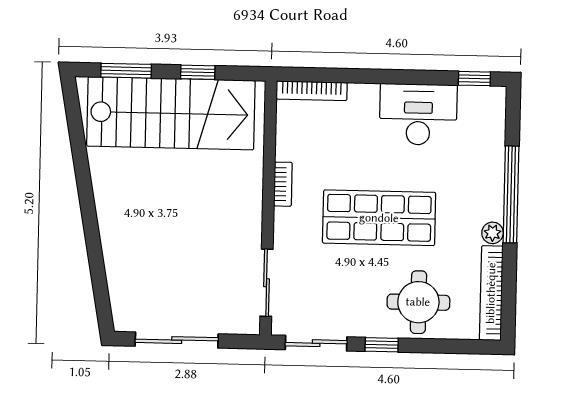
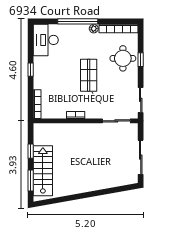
window: (474, 79) -> (31, 70), moved
stairs: (171, 113) -> (43, 171), width x0.73, depth x0.66
desk: (418, 114) -> (46, 40), moved
shop shelf: (379, 218) -> (89, 75), width x0.70, depth x0.74
window: (382, 345) -> (141, 60), moved

